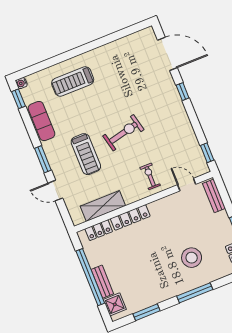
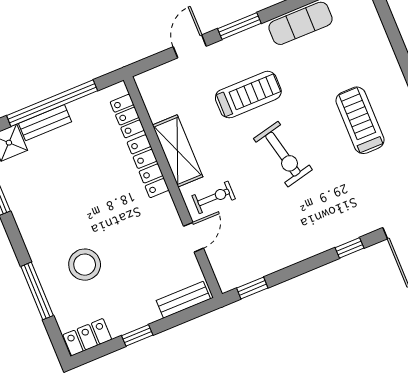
treadmill: (73, 81) -> (360, 120), moved
treadmill: (86, 154) -> (248, 95), turned 180
door: (187, 185) -> (194, 237), moved
shelving: (103, 206) -> (178, 151), moved
window: (195, 293) -> (37, 291), moved

